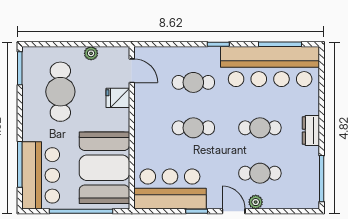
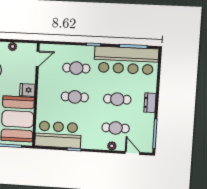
door: (132, 71) -> (38, 59), hinge flipped
fridge: (118, 98) -> (27, 90), moved
door: (234, 211) -> (133, 153), moved

